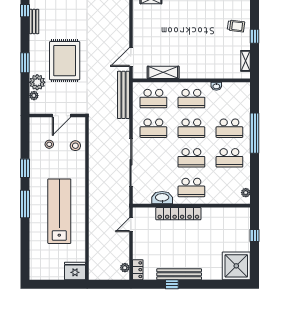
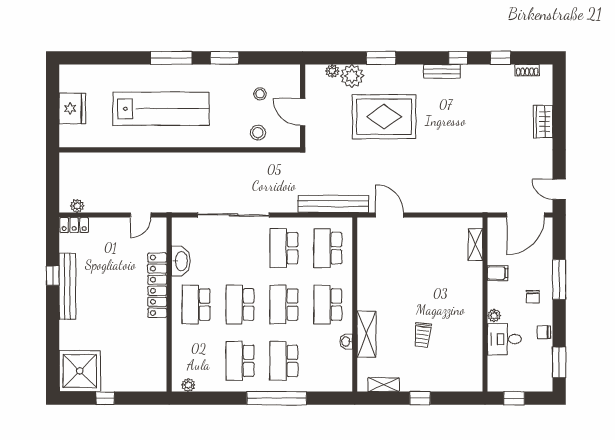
trolley: (236, 26) -> (422, 335), moved
shelving: (163, 72) -> (366, 334), moved
door: (131, 225) -> (141, 215), swing flipped
window: (255, 236) -> (105, 398), moved
fridge: (75, 271) -> (72, 109), moved

